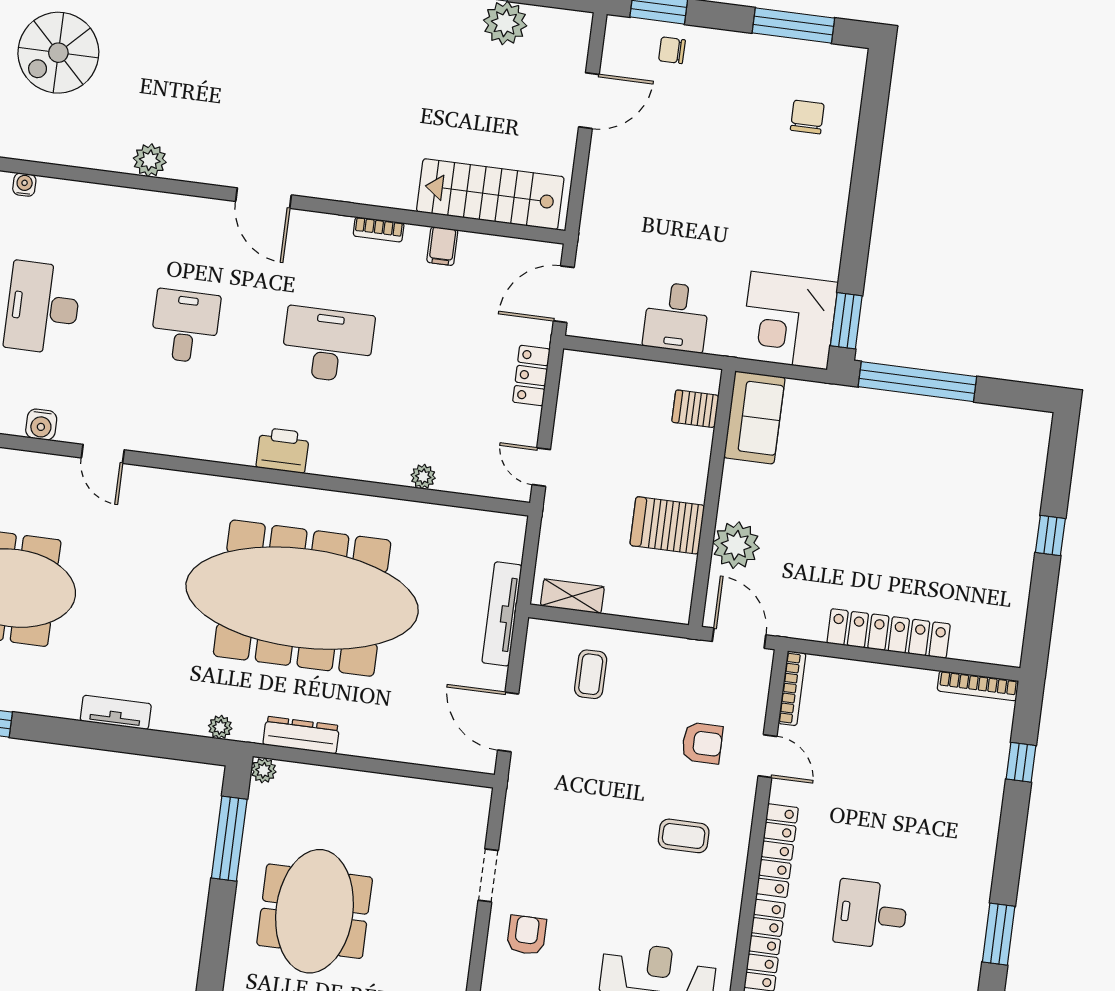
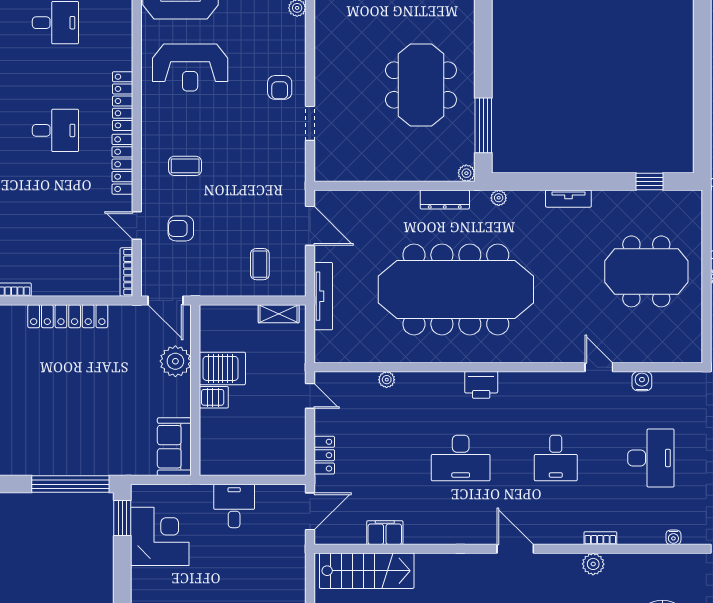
bookcase: (379, 229) -> (600, 538), moved
filing cabinet: (442, 246) -> (385, 533), width x2.00
corner desk: (789, 320) -> (160, 536), moved
server rack: (695, 409) -> (214, 397), moved

